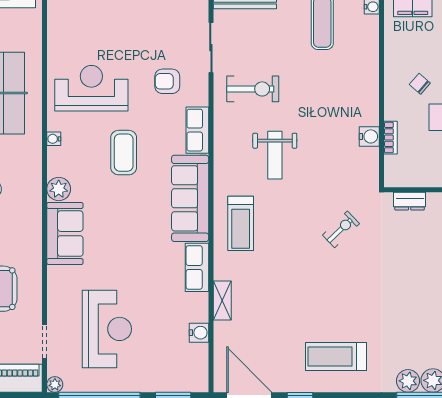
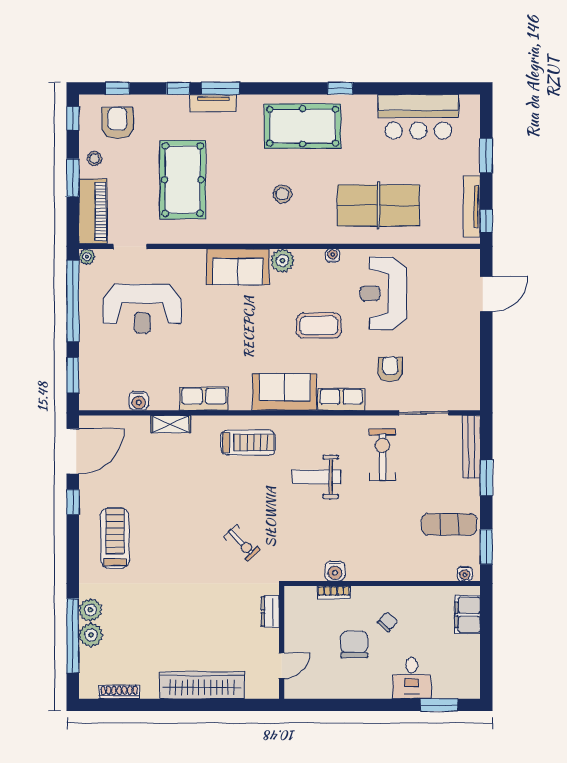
reception desk: (91, 88) -> (383, 293), turned 180
exercise bike: (253, 89) -> (382, 455), turned 180
sofa: (190, 198) -> (285, 392), width x0.73
treadmill: (241, 223) -> (248, 443), turned 180

